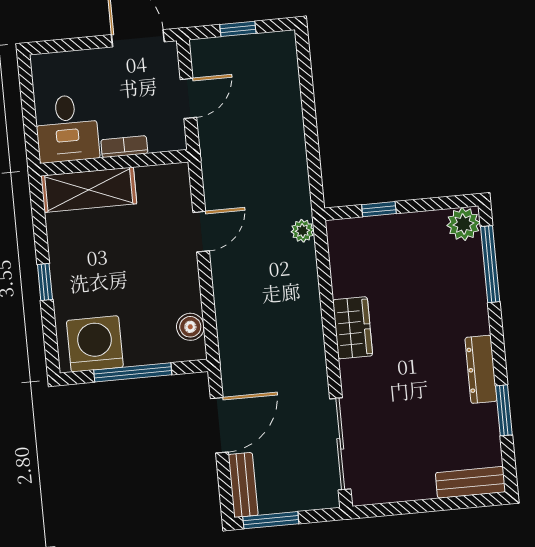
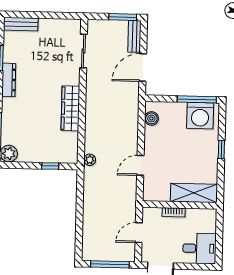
window: (238, 29) -> (110, 264), width x2.17
desk: (67, 128) -> (199, 248), moved, turned 90
wardrobe: (353, 328) -> (70, 108), width x1.50
window: (133, 372) -> (197, 99), moved
sliding door: (340, 444) -> (83, 51), width x0.73

